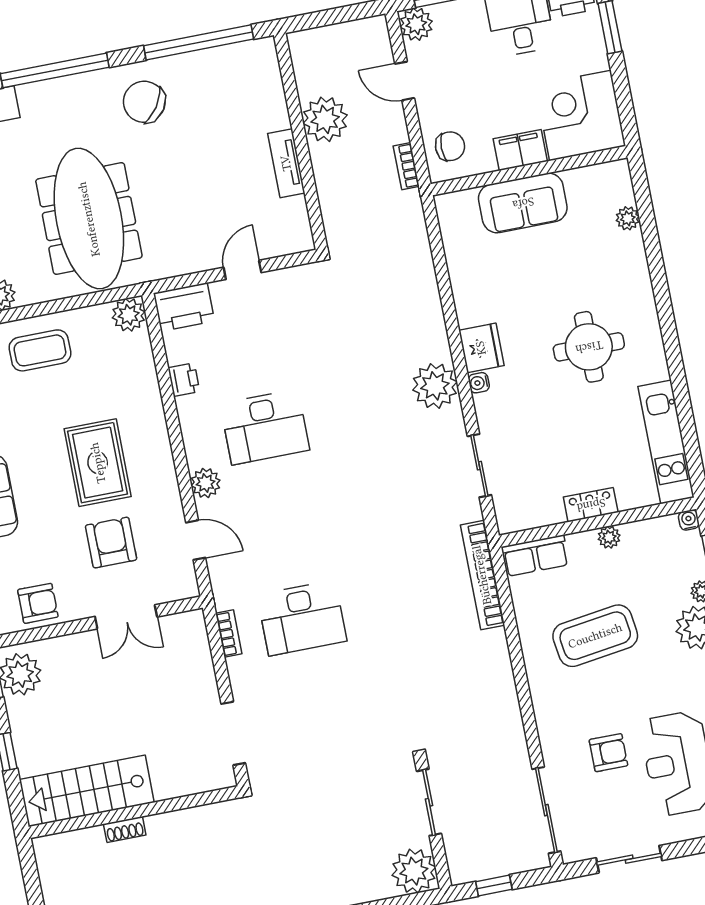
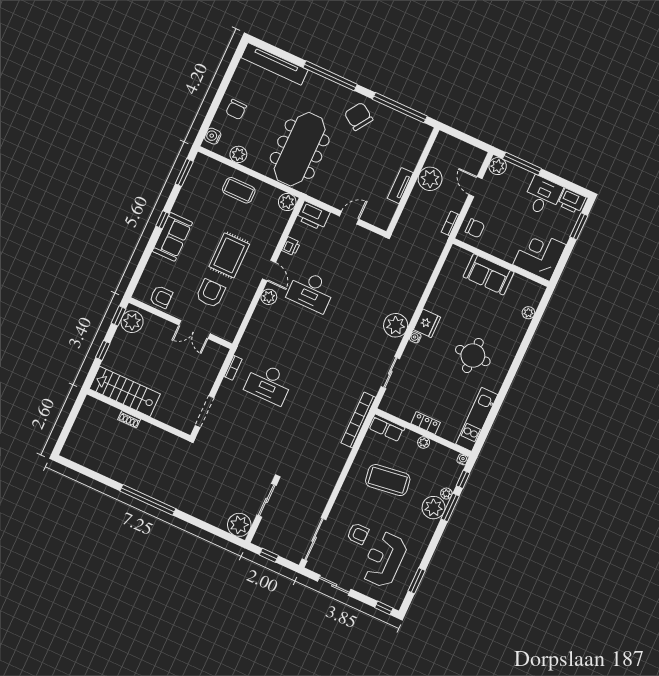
filing cabinet: (520, 150) -> (504, 251), removed
door: (196, 540) -> (269, 271), moved

